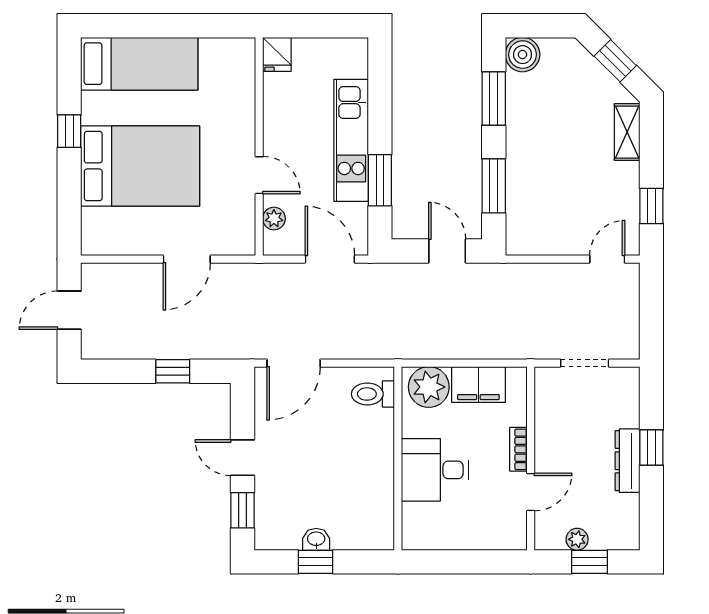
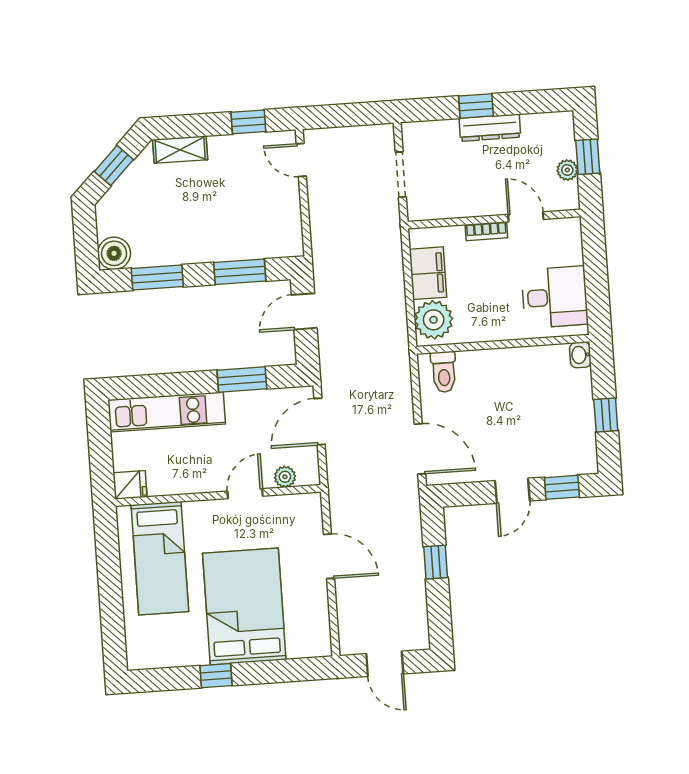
bed: (139, 64) -> (160, 558), moved, turned 180
kitchen unit: (351, 140) -> (167, 412), moved
desk: (435, 470) -> (555, 297), moved, turned -90
washbasin: (316, 539) -> (580, 355), moved

